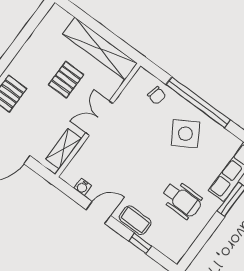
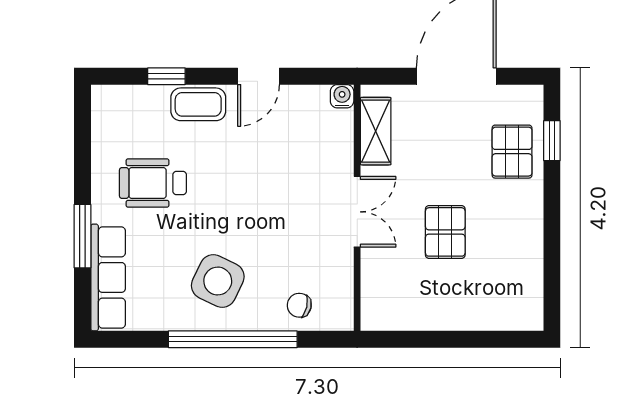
shelving: (100, 49) -> (429, 312), removed
side table: (185, 134) -> (218, 281), turned -33
water cooler: (83, 187) -> (342, 96), moved

